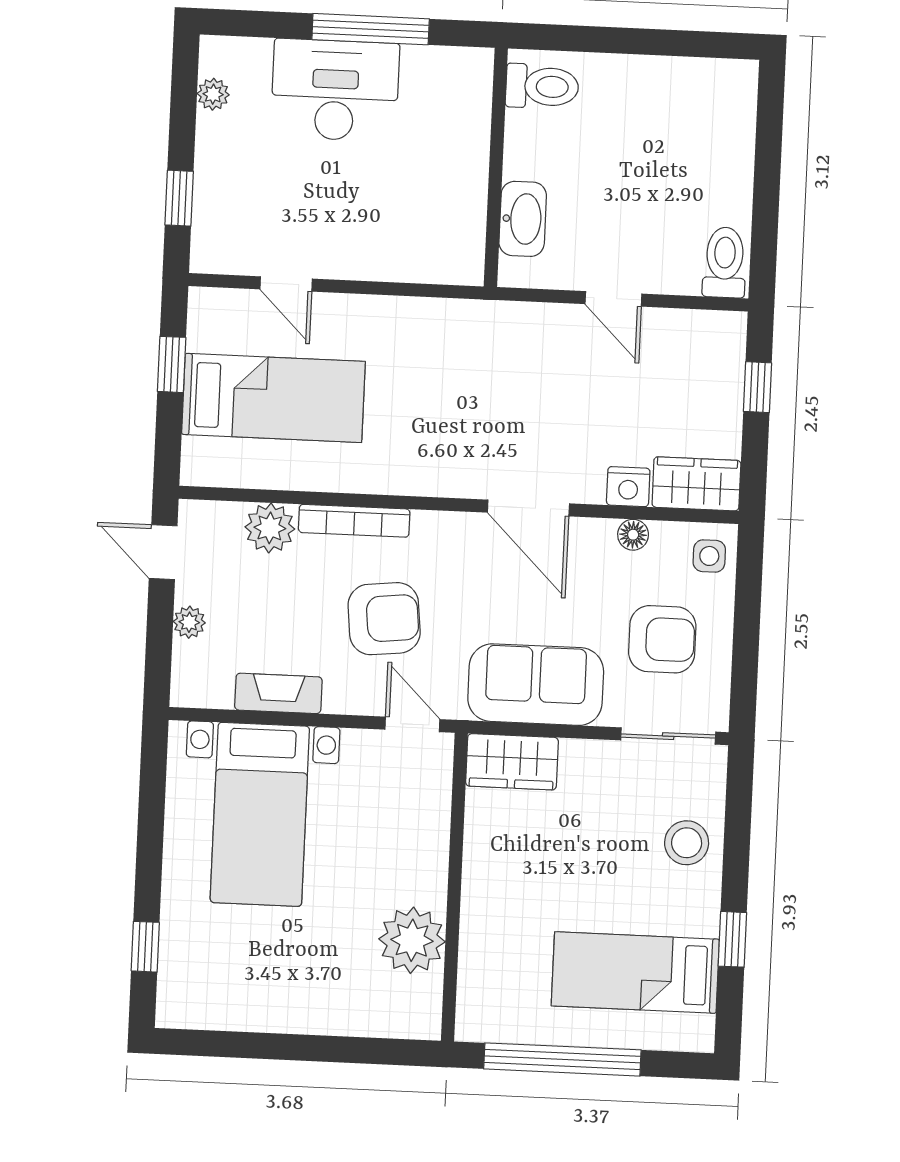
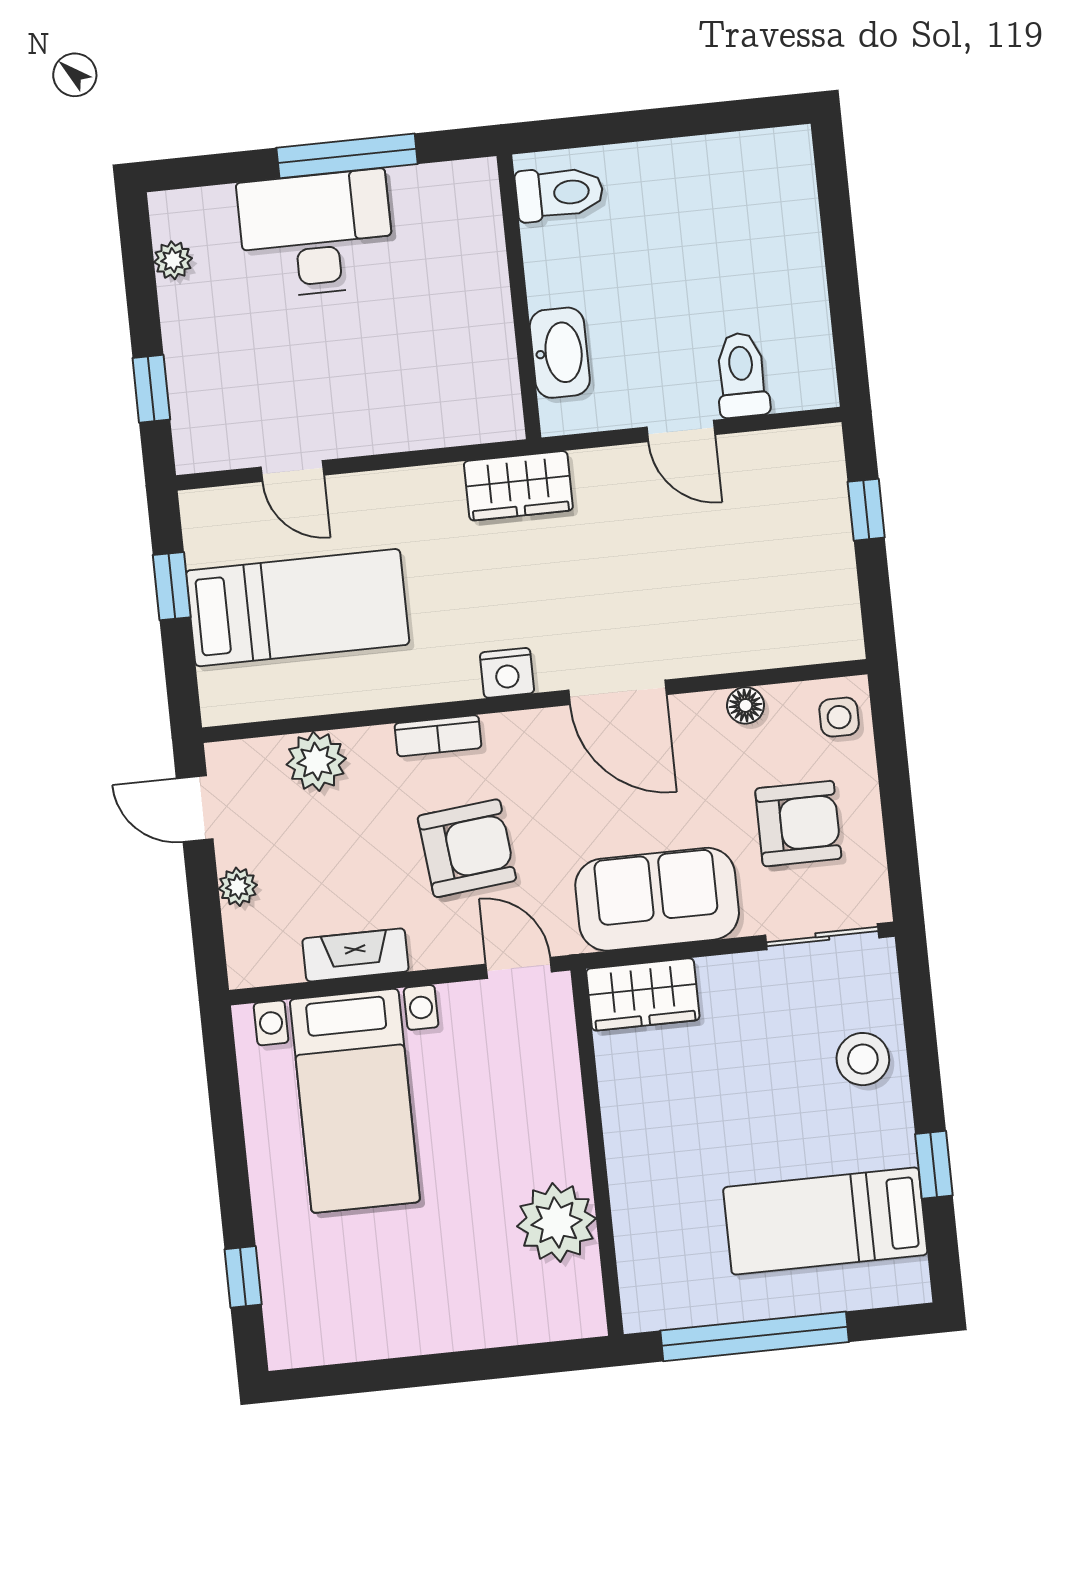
toilet: (725, 262) -> (742, 375), moved
wardrobe: (696, 484) -> (518, 486), moved, turned 180
nightstand: (628, 487) -> (507, 673), moved
bookcase: (354, 521) -> (438, 736), width x0.64

